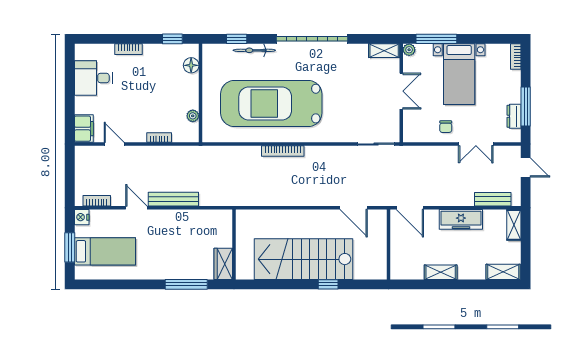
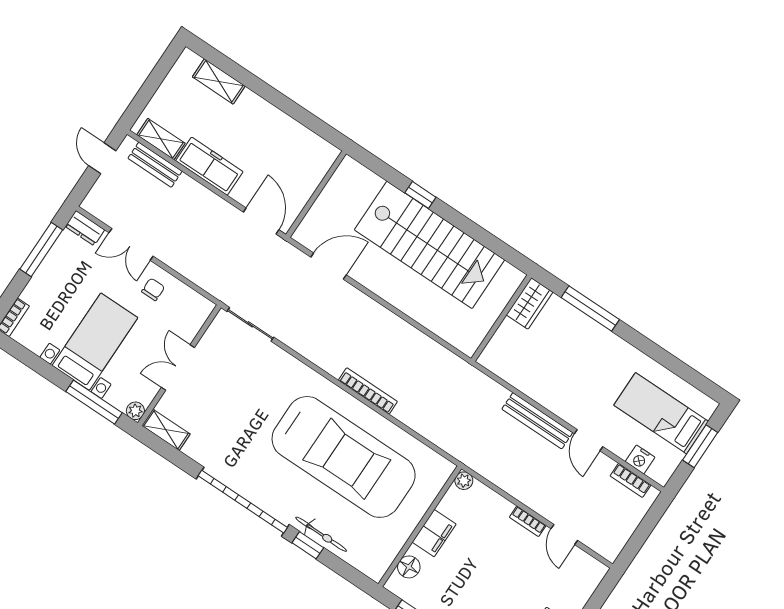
window: (237, 39) -> (308, 545), moved
plant: (193, 116) -> (464, 481), moved
dresser: (514, 116) -> (85, 228), moved, turned 90
filing cabinet: (84, 129) -> (434, 533), moved, turned 180
bookcase: (159, 138) -> (528, 521), moved
double door: (476, 144) -> (131, 244), swing flipped
door: (526, 167) -> (102, 158), moved
door: (354, 208) -> (329, 266), hinge flipped
nightstand: (82, 217) -> (640, 459), moved, turned 90
shelving: (514, 225) -> (161, 139), moved, turned 90
shelving: (441, 272) -> (276, 119), removed
shelving: (503, 272) -> (219, 81), moved

